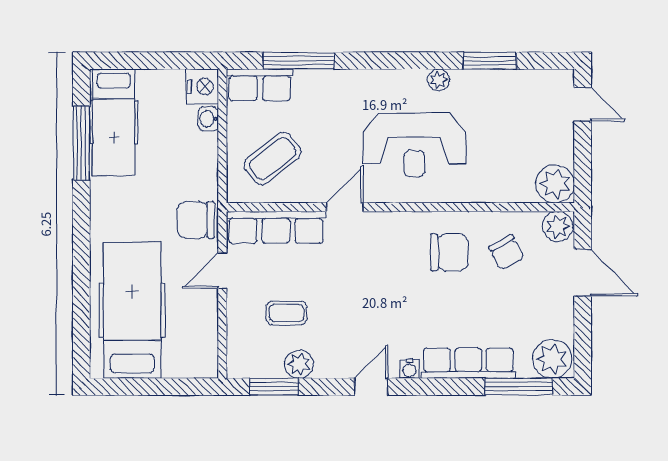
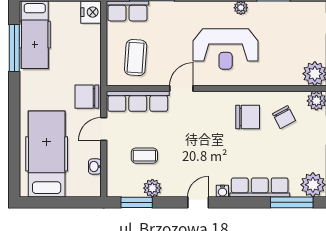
washbasin: (208, 119) -> (95, 166), moved
coffee table: (273, 158) -> (136, 58), turned -48

